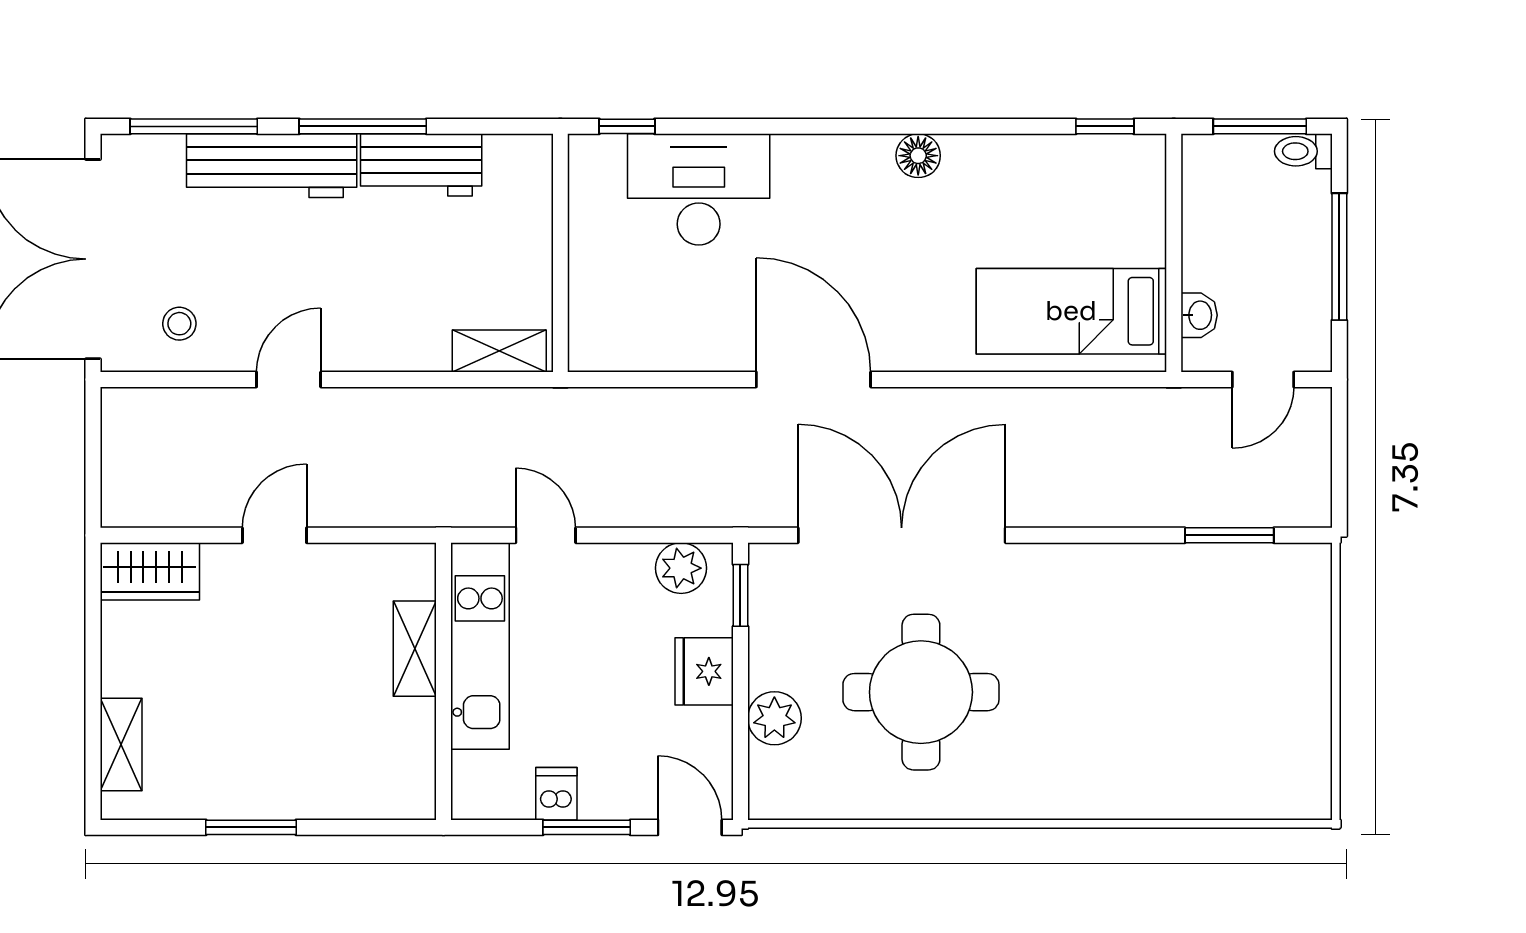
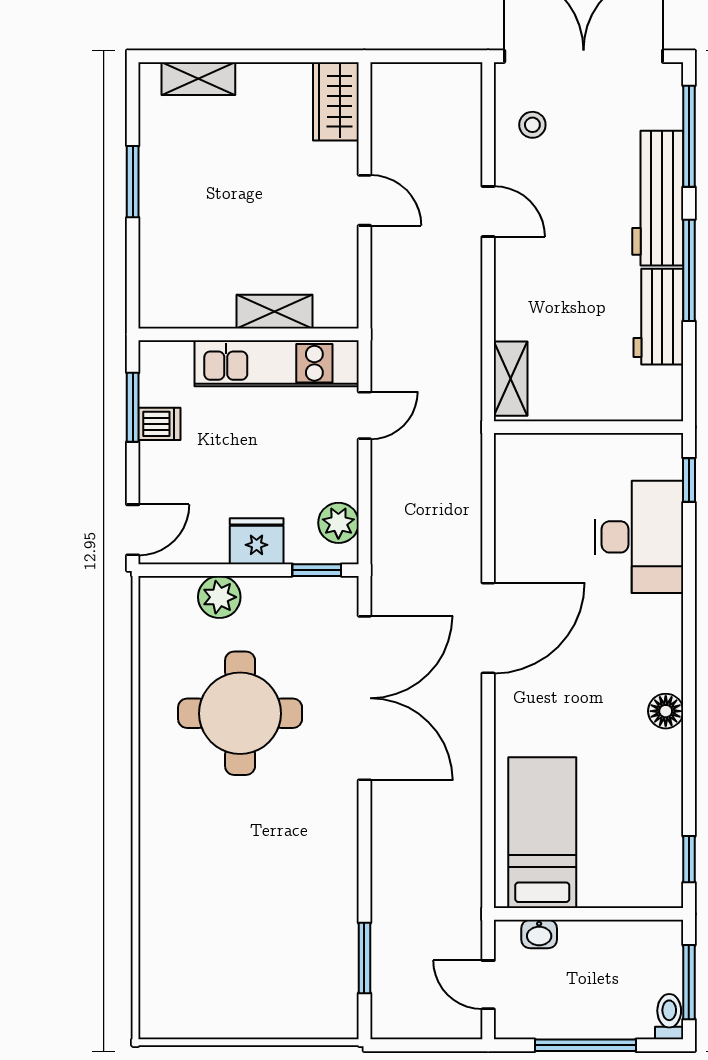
window: (587, 827) -> (133, 407), moved

